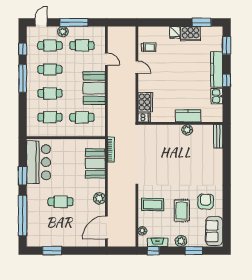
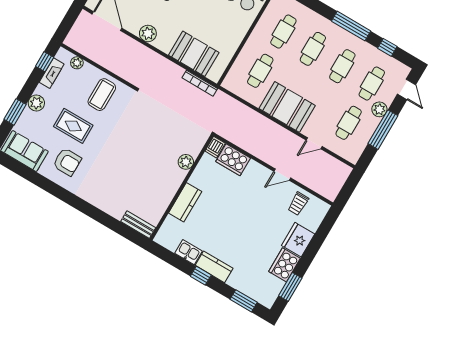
fridge: (175, 32) -> (298, 240), width x1.88, depth x1.34
kitchen counter: (217, 70) -> (214, 267), width x0.67
plant: (187, 130) -> (186, 162), moved

